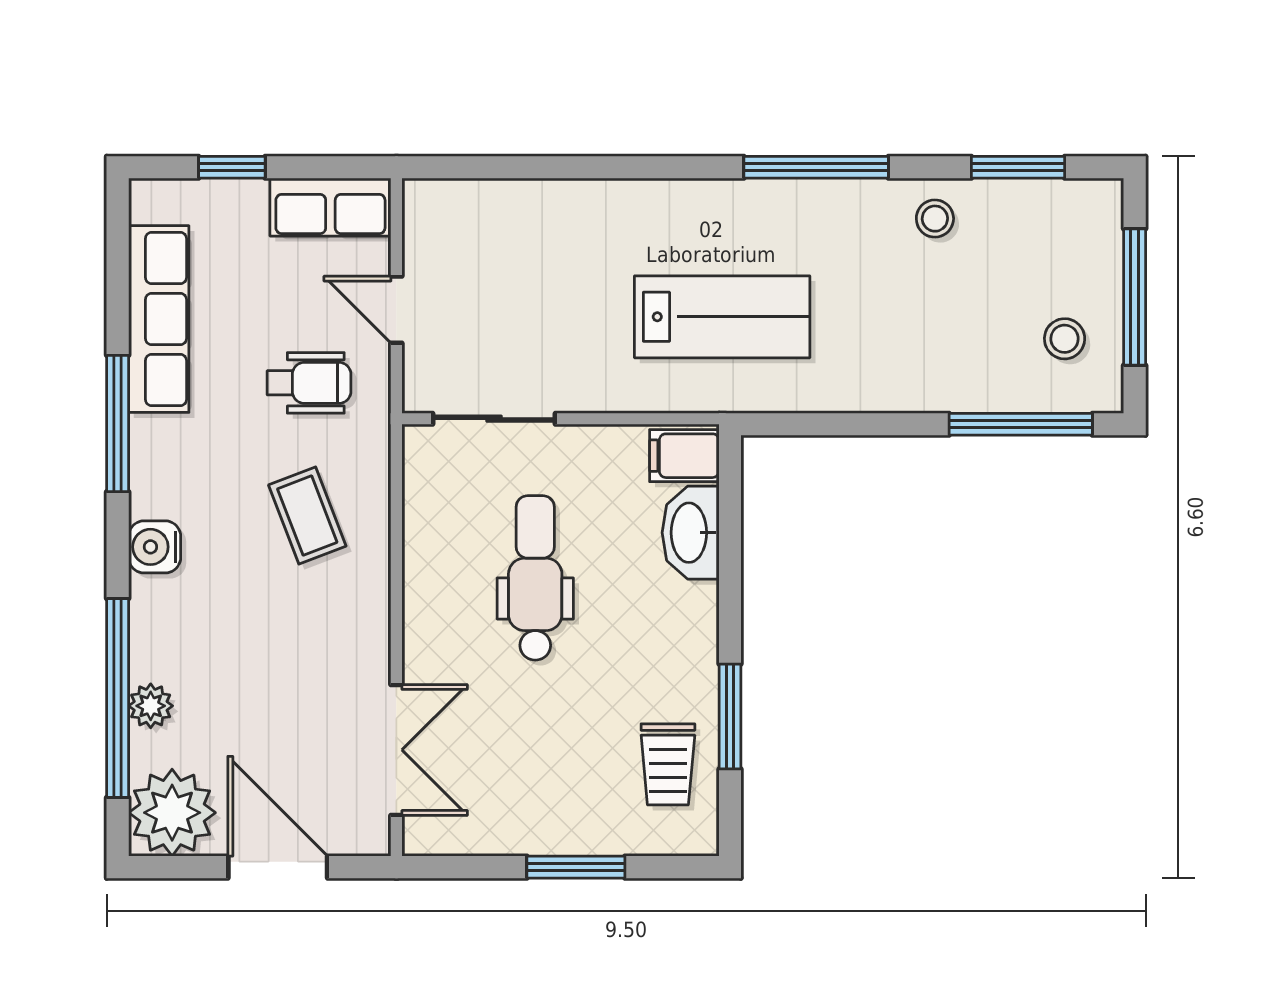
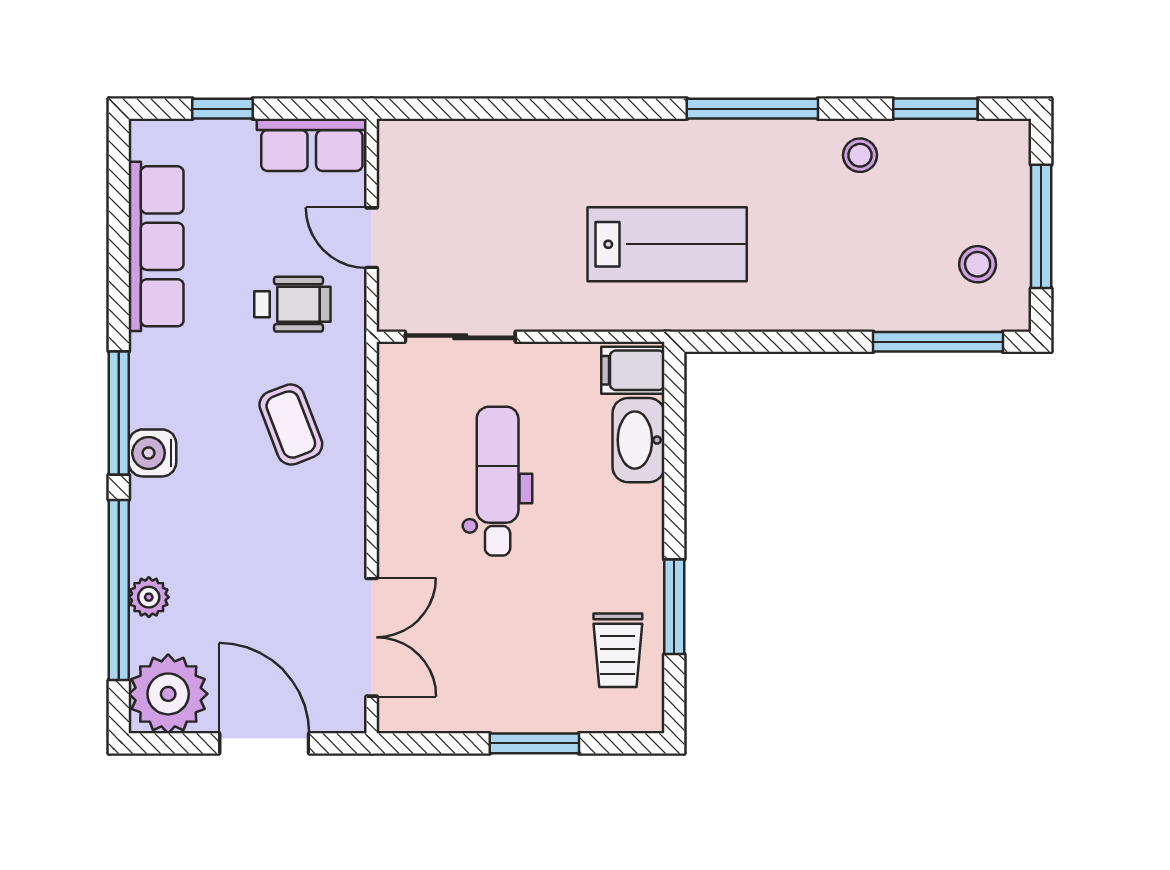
window: (118, 424) -> (119, 413), moved

